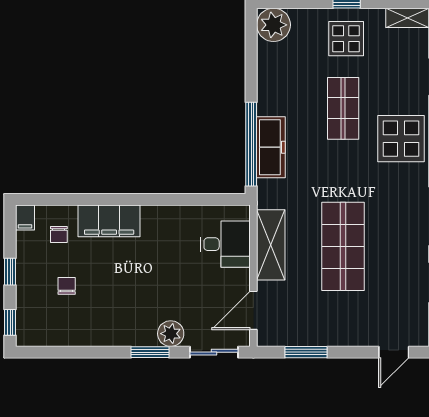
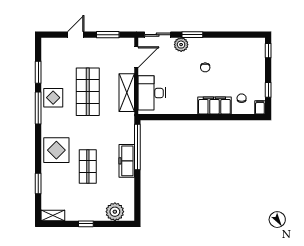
plant: (274, 25) -> (115, 212), moved
display table: (346, 39) -> (53, 98), moved
freezer: (271, 147) -> (127, 161), moved
desk: (225, 244) -> (152, 93), width x1.37
window: (10, 272) -> (268, 90), moved
chair: (67, 286) -> (205, 67), moved
door: (394, 352) -> (76, 35), moved

